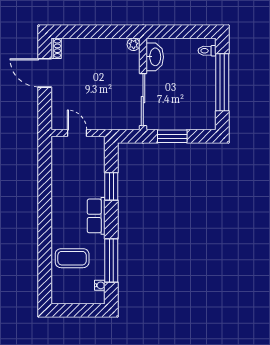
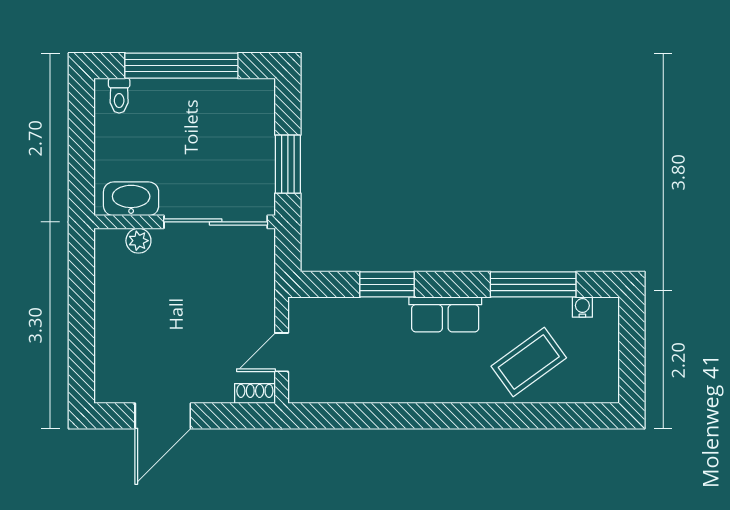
plant: (134, 44) -> (138, 241), moved
shoe rack: (56, 48) -> (255, 393), moved
coffee table: (72, 258) -> (529, 362), turned 54

